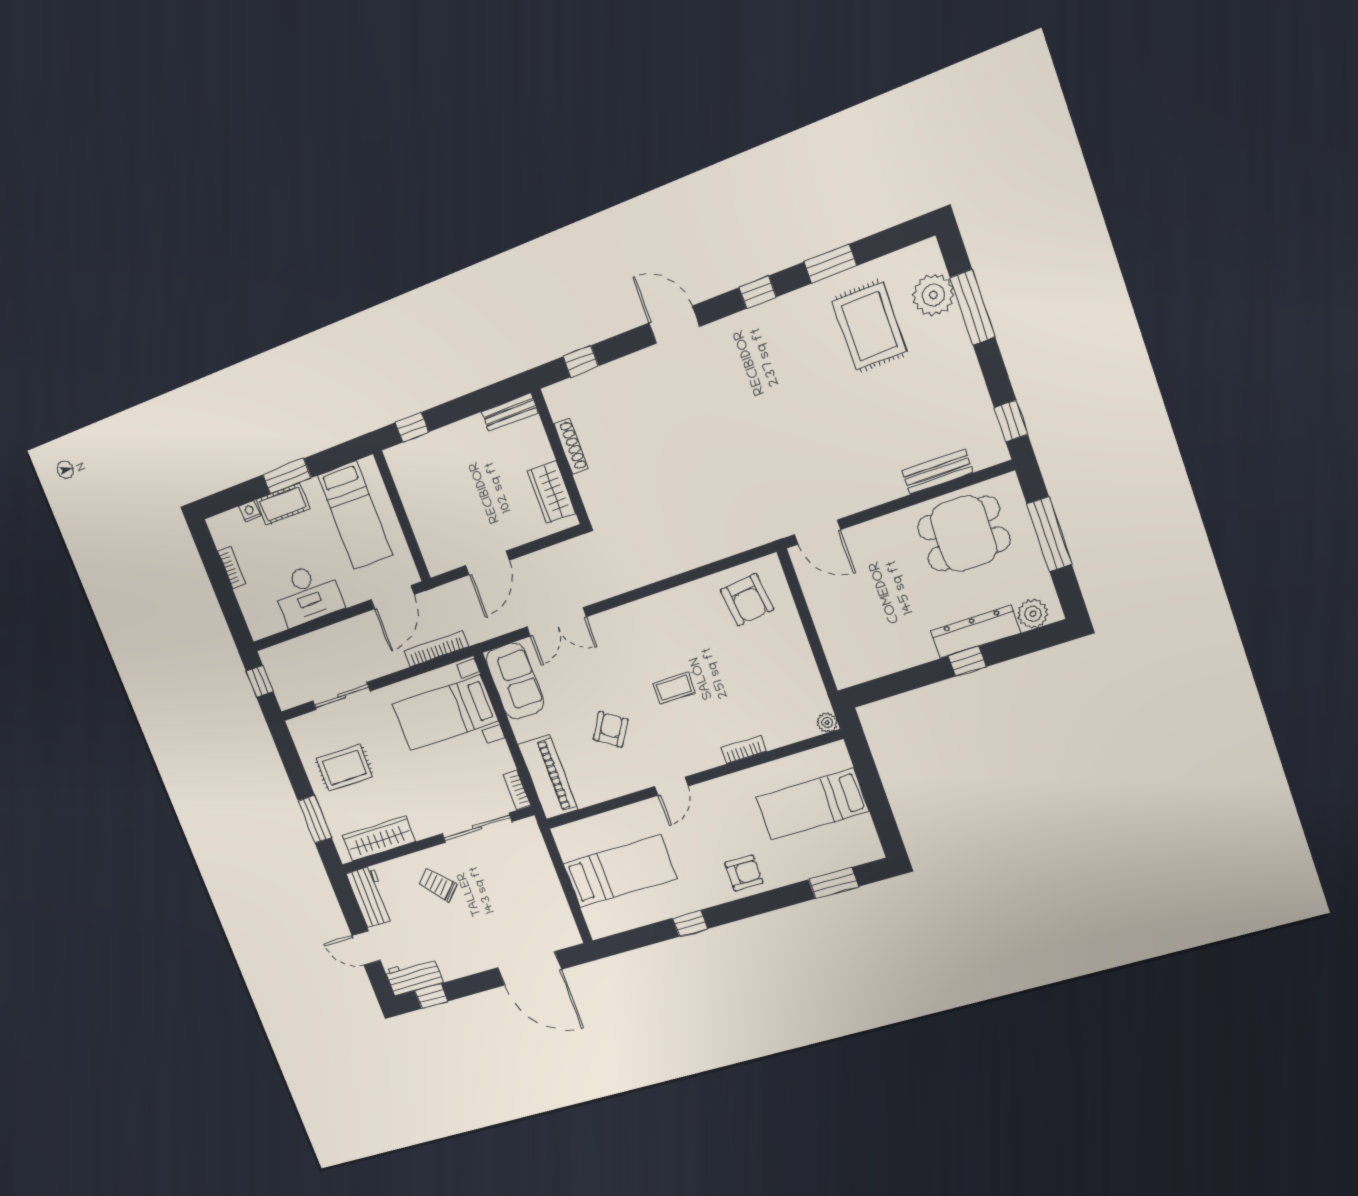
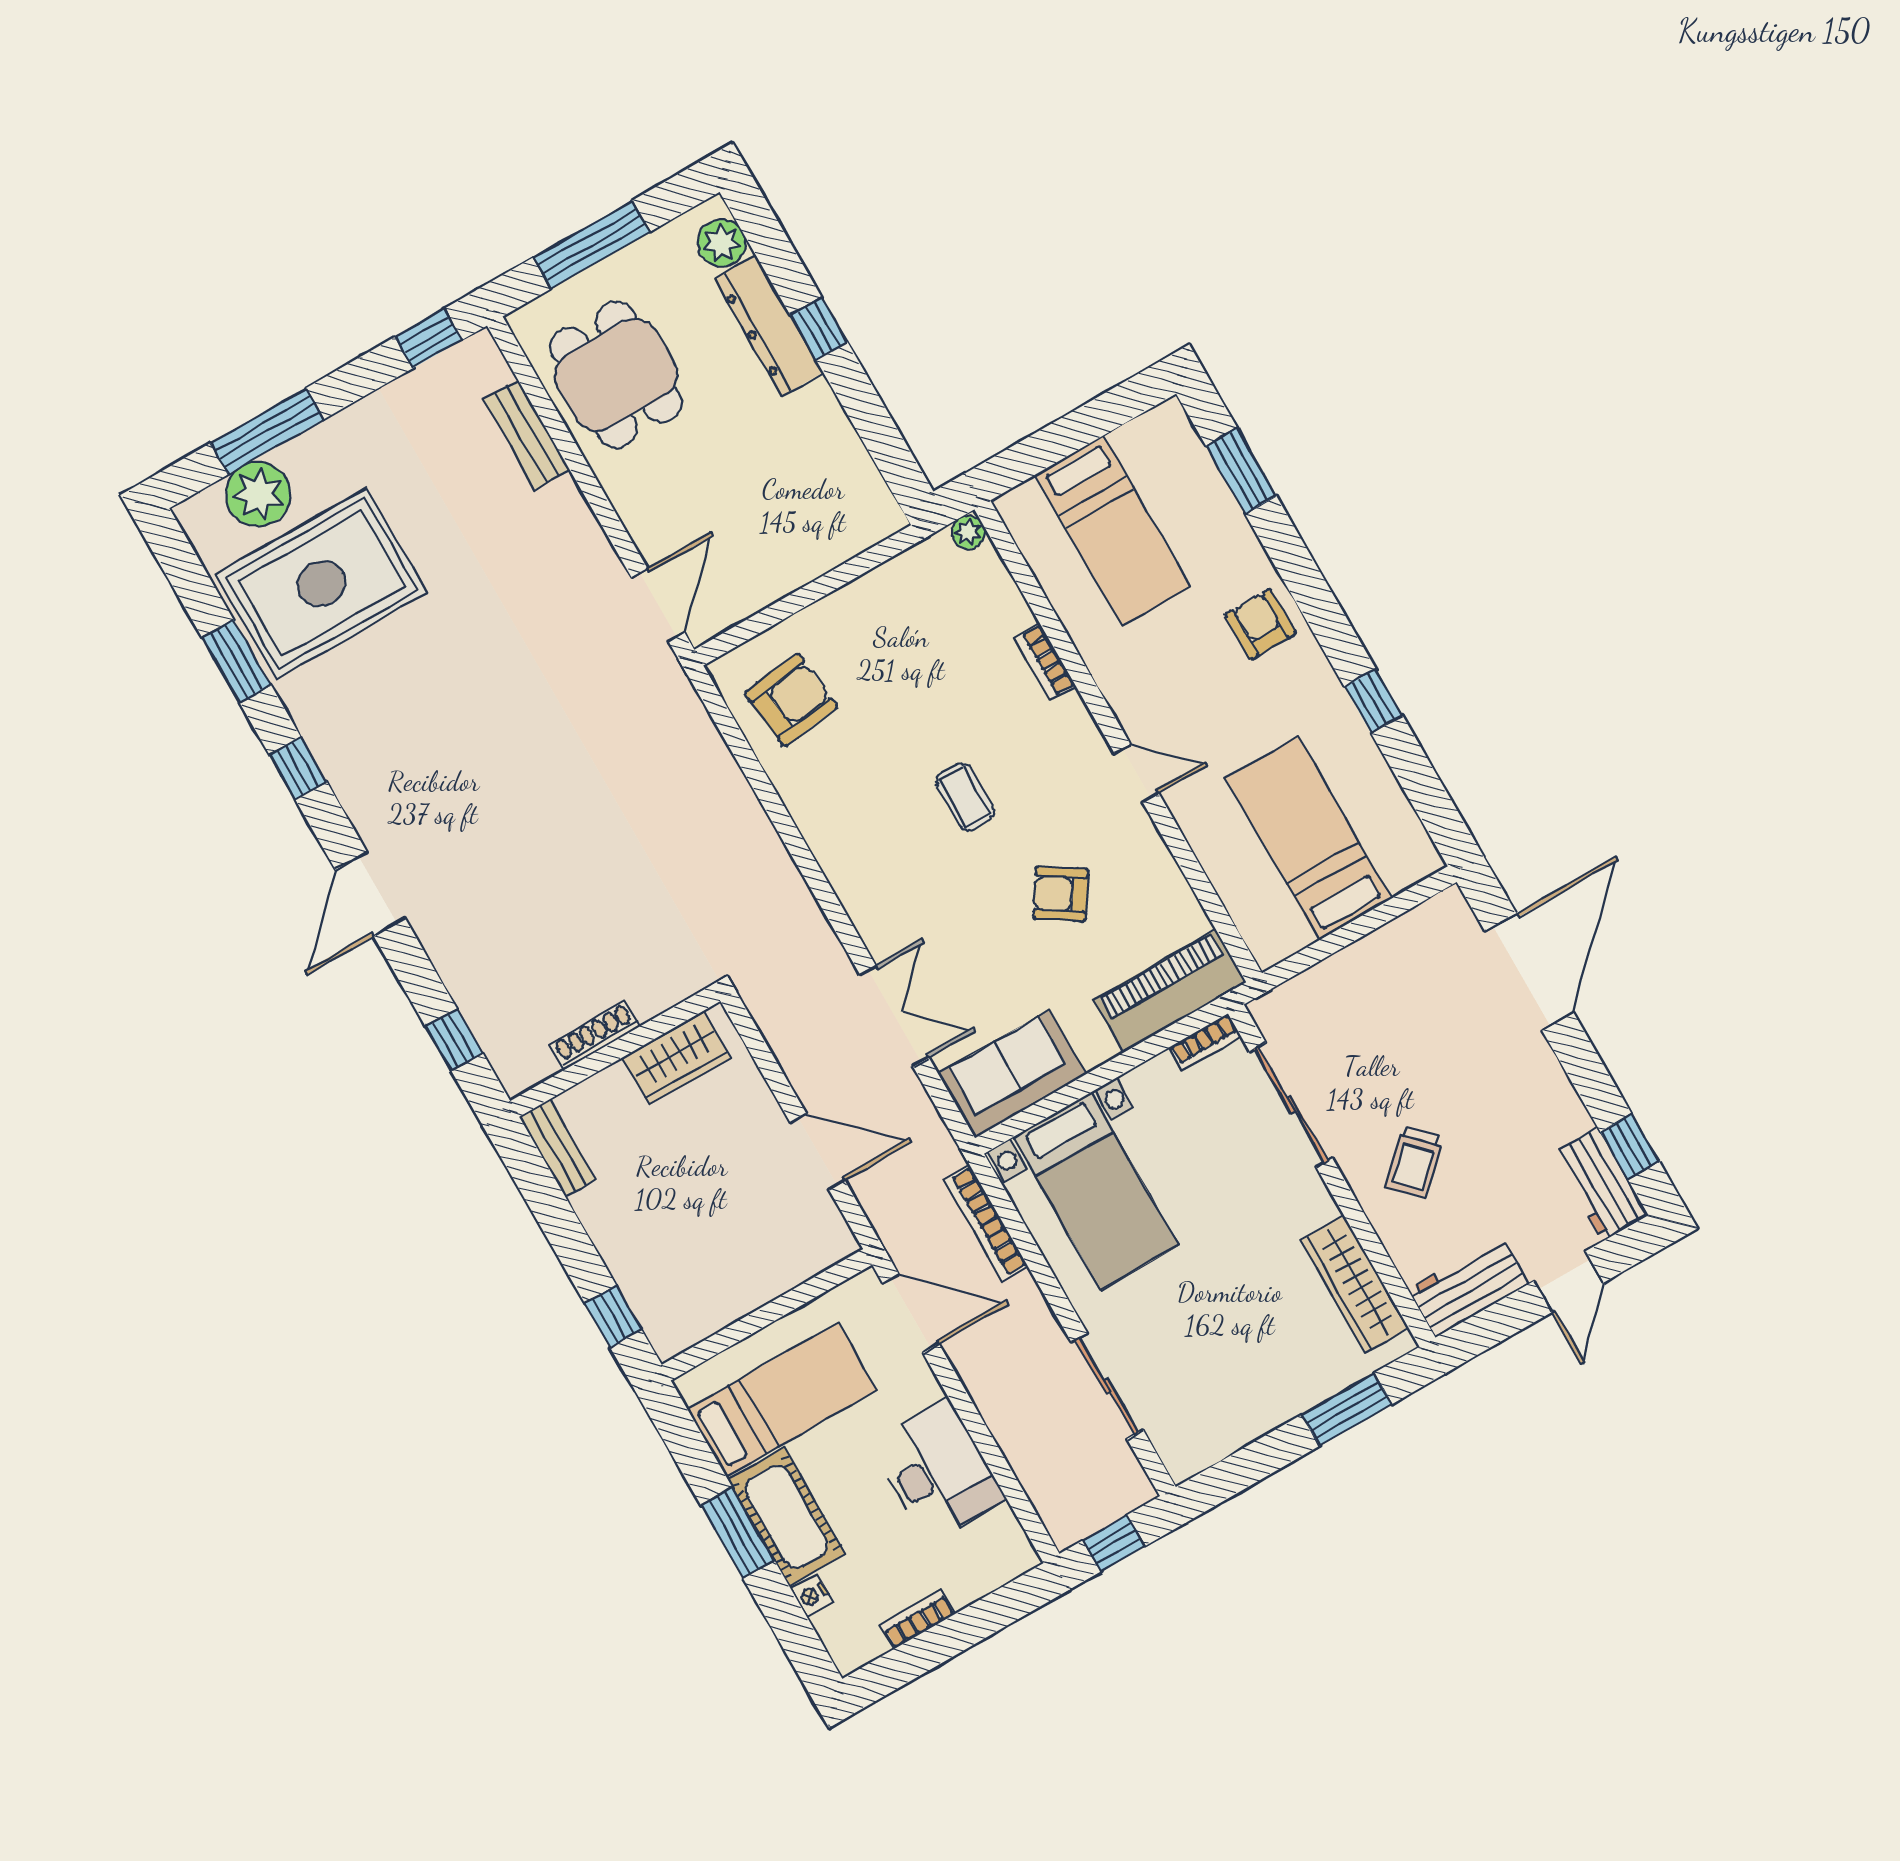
rug: (869, 326) -> (321, 583), width x1.37, depth x1.44
cot: (283, 504) -> (787, 1517), width x1.37, depth x1.34
rug: (344, 768) -> (1237, 1365), removed

